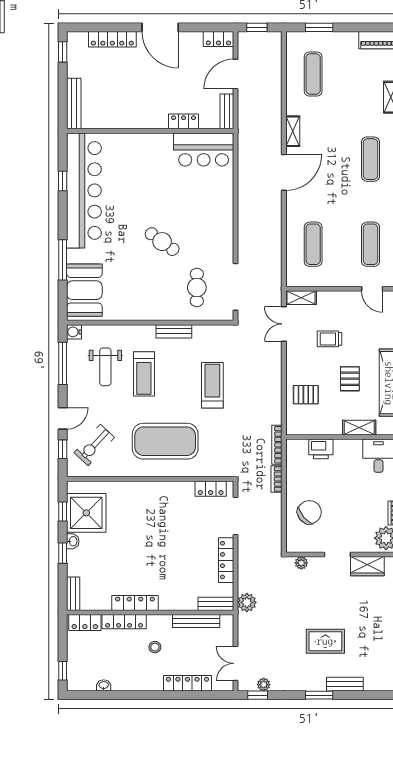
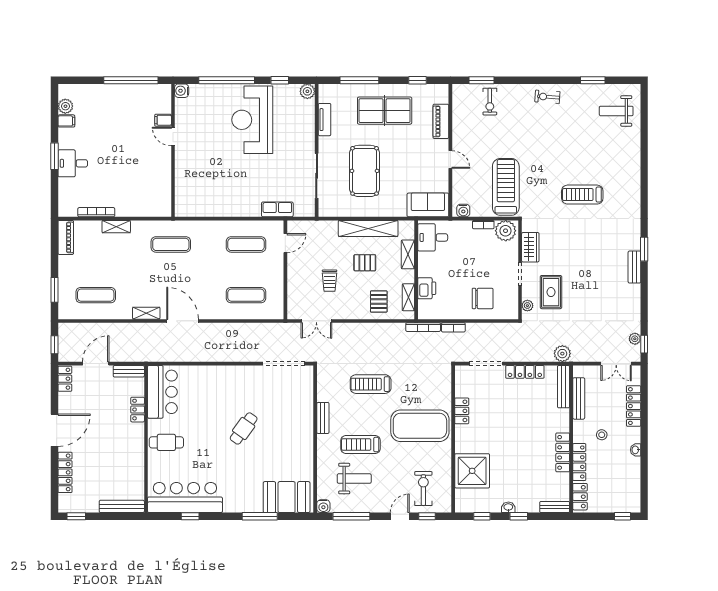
door: (236, 74) -> (96, 364), swing flipped
bar counter: (84, 190) -> (185, 497), width x0.73
cafe table: (197, 287) -> (166, 442), moved
shelving: (301, 298) -> (408, 297), moved
treadmill: (144, 374) -> (360, 445), turned 180
door: (63, 418) -> (400, 516), hinge flipped
exercise mat: (165, 441) -> (420, 426), turned 90
exercise bike: (94, 445) -> (423, 488), turned -133
locker: (211, 489) -> (462, 411), moved
chair: (309, 512) -> (483, 298), turned 130
shower: (86, 513) -> (472, 471), moved
bench: (216, 604) -> (564, 387), width x1.36
rug: (325, 641) -> (551, 292), moved
washbasin: (104, 685) -> (636, 450), moved
window: (319, 695) -> (644, 249), moved

